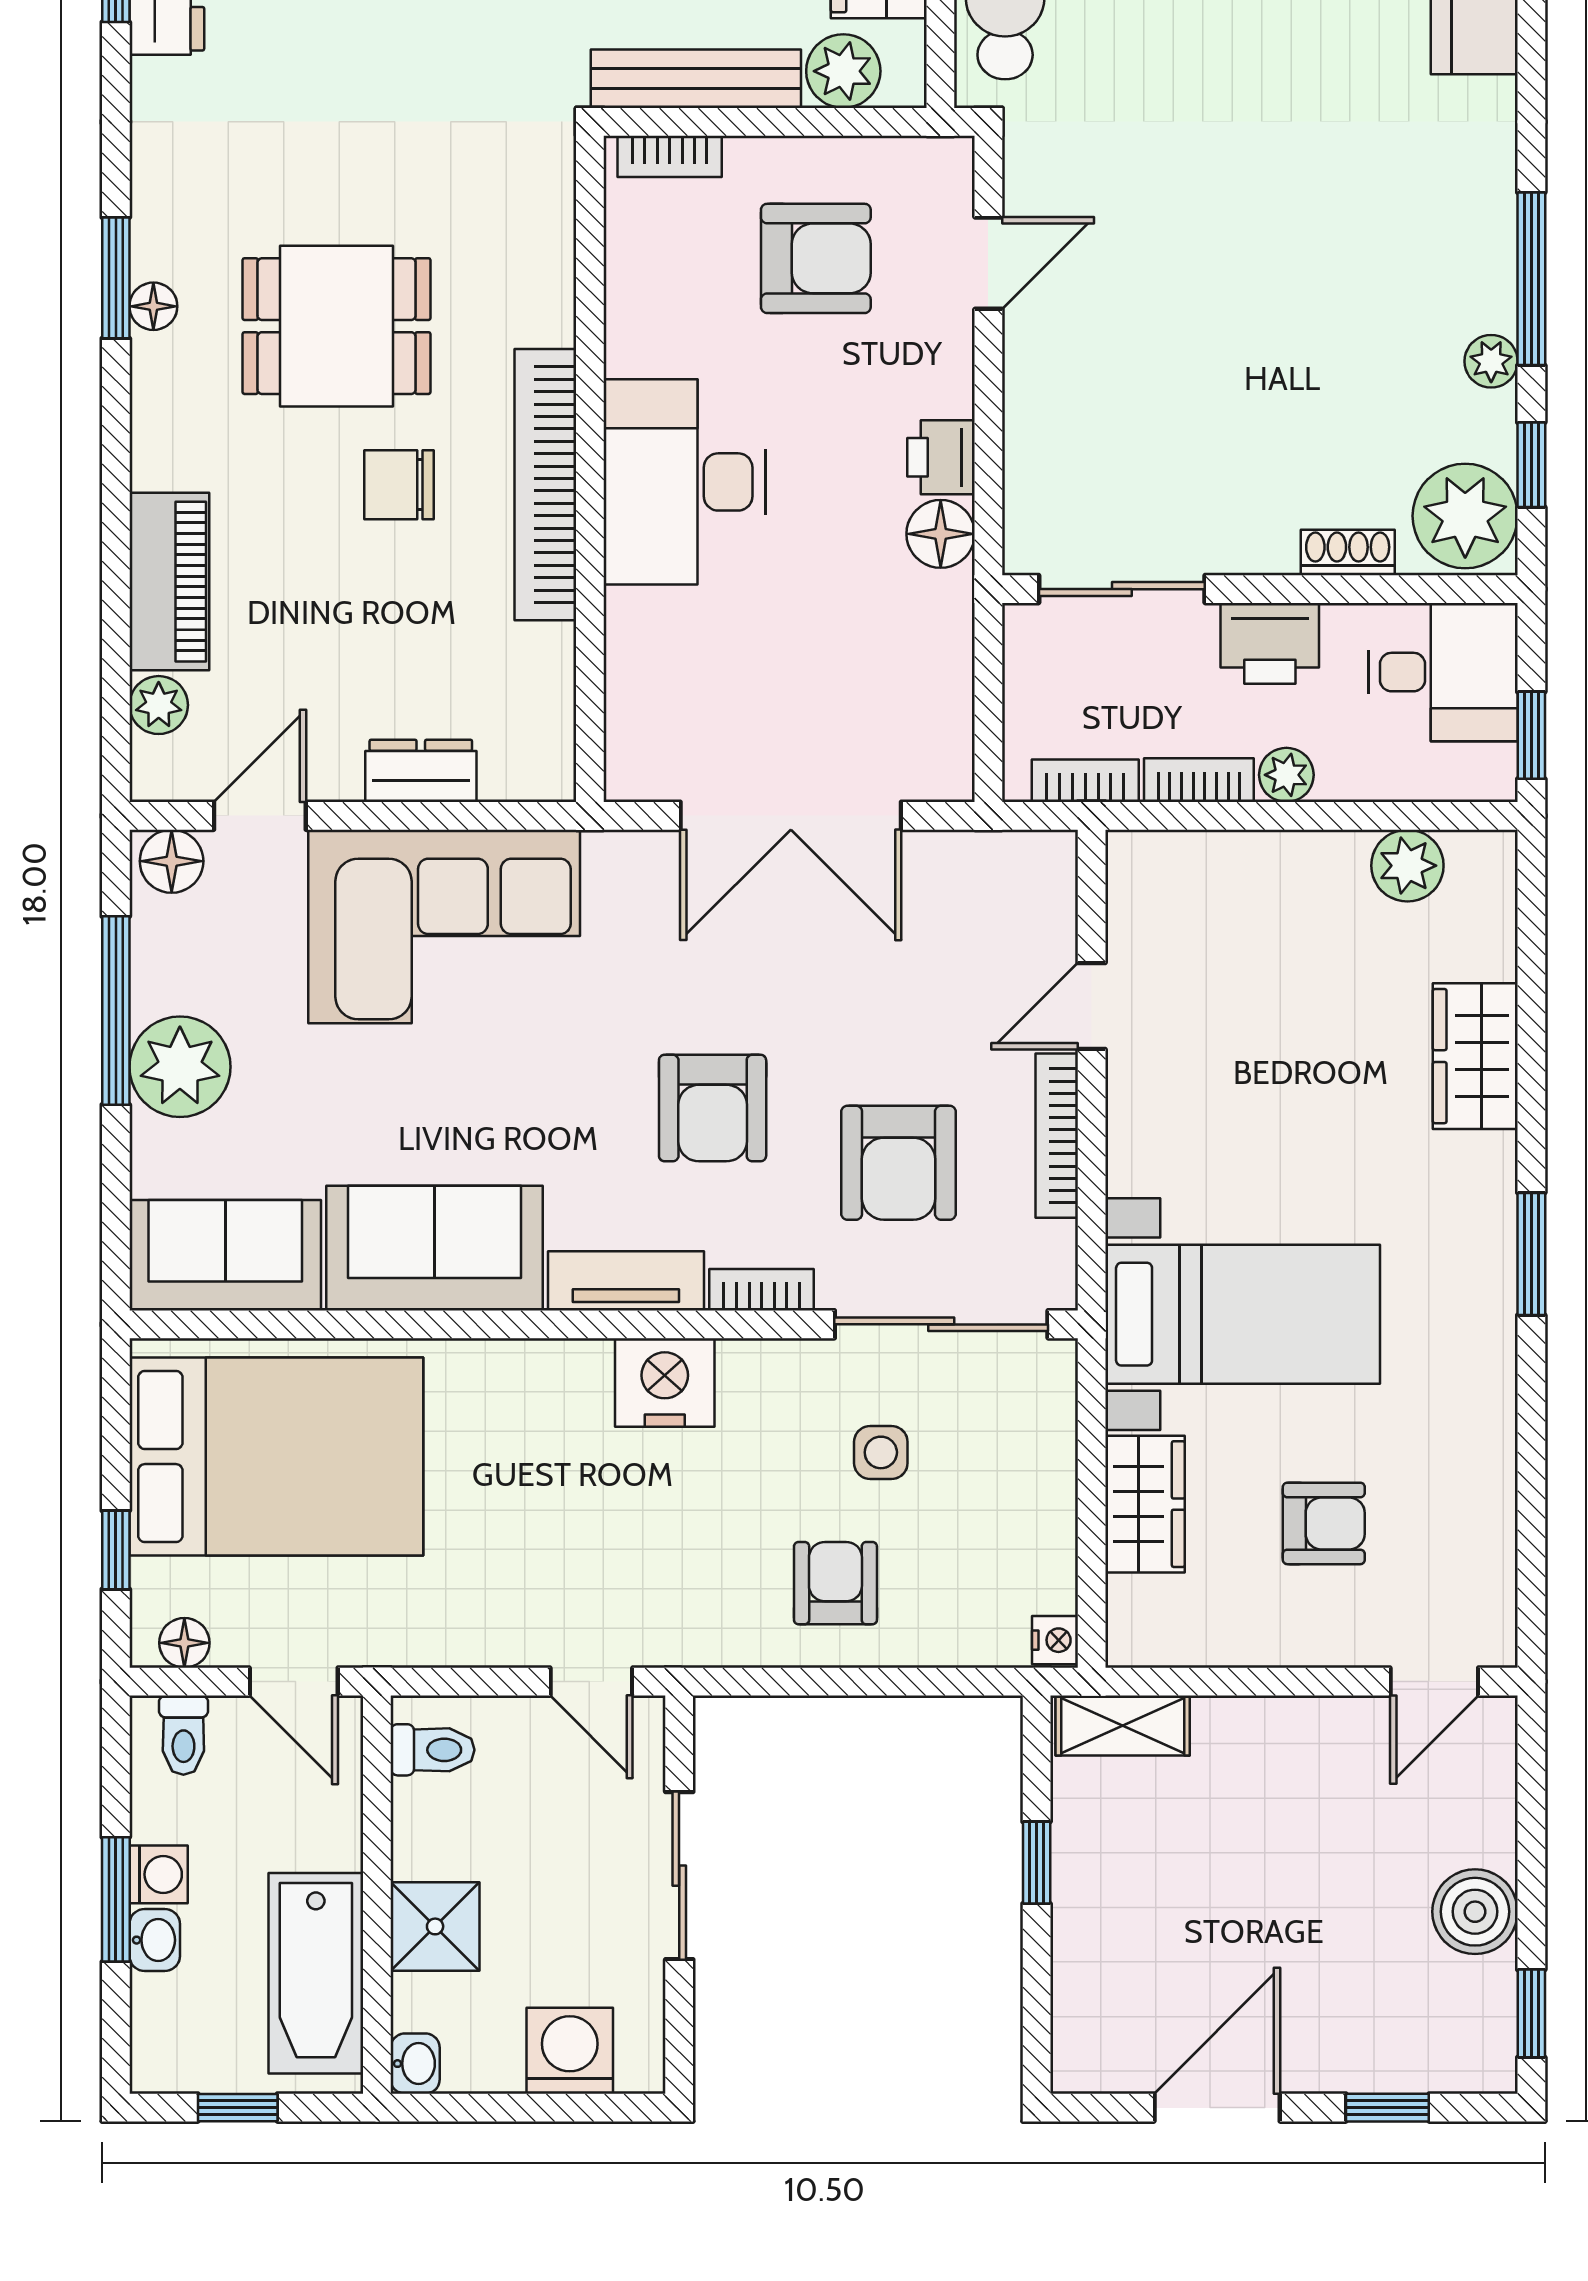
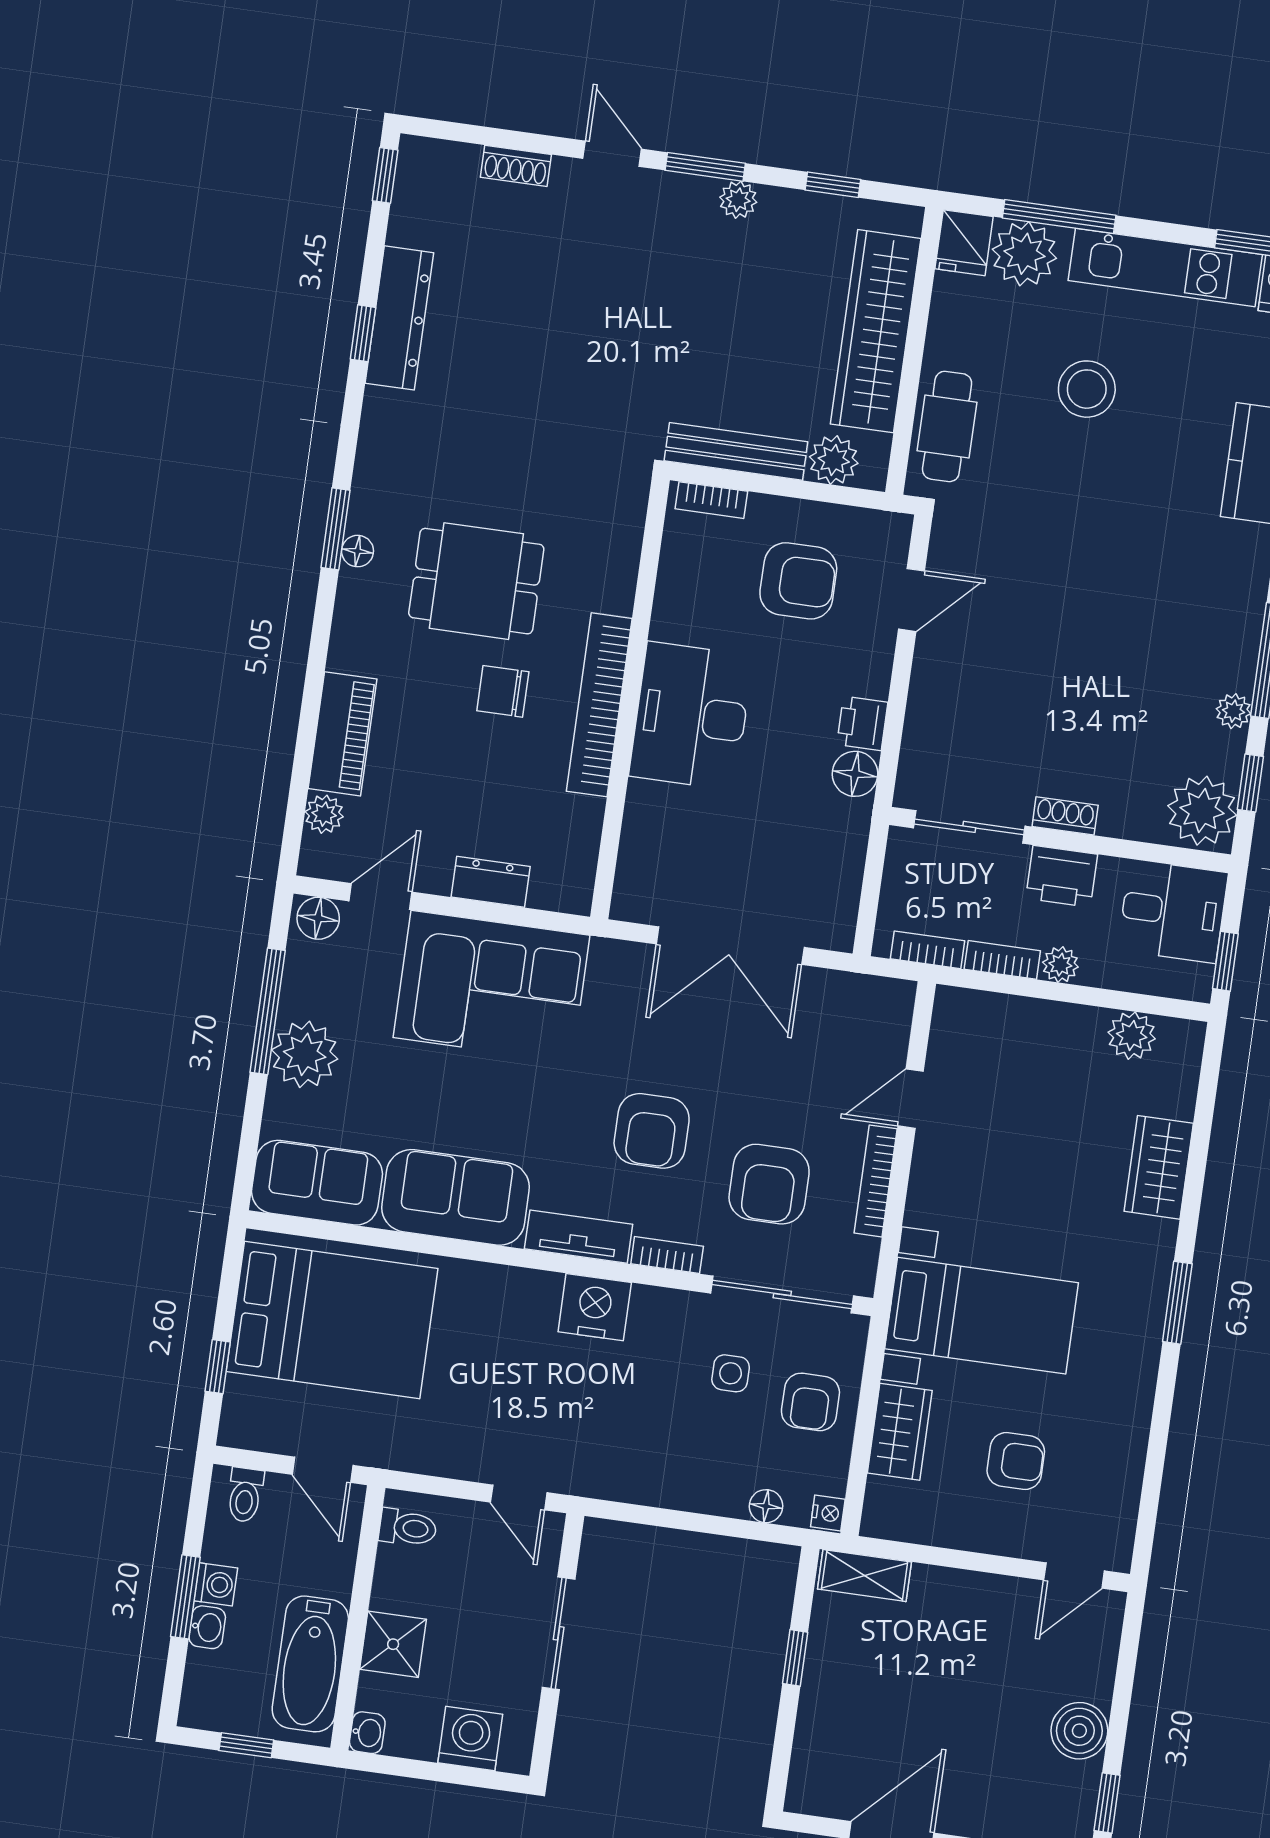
shoe rack: (1348, 553) -> (1065, 816), moved
armchair: (835, 1583) -> (810, 1402), moved, turned 180
floor lamp: (184, 1643) -> (766, 1506), moved

